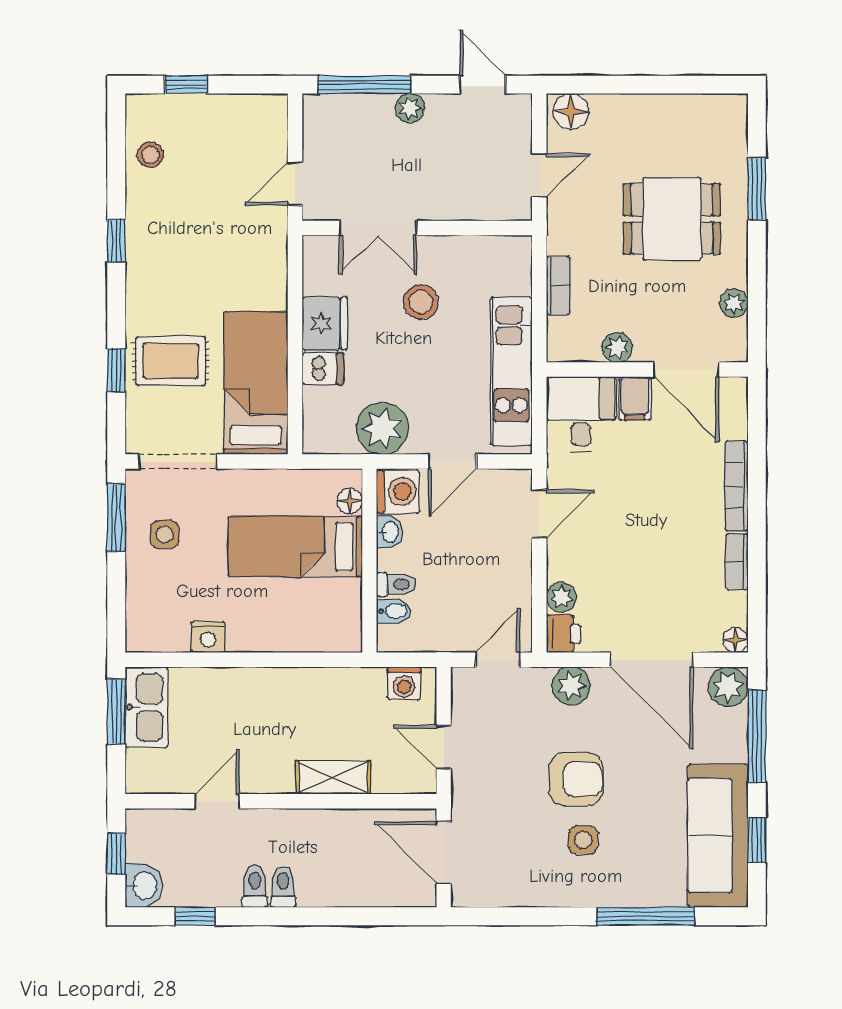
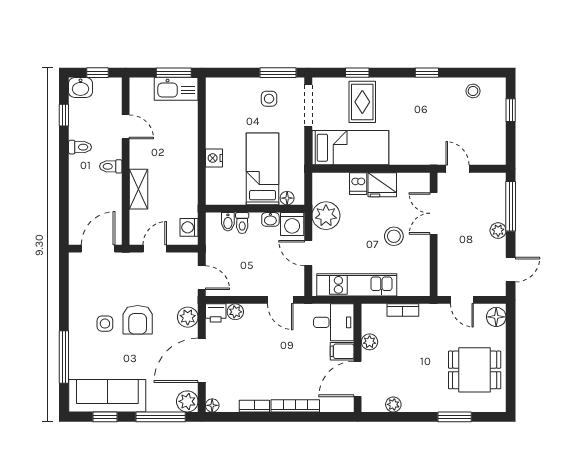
dining table: (672, 219) -> (475, 370), moved, turned 90
nightstand: (208, 637) -> (214, 158), moved
toilet: (283, 887) -> (111, 166), moved, turned 180

